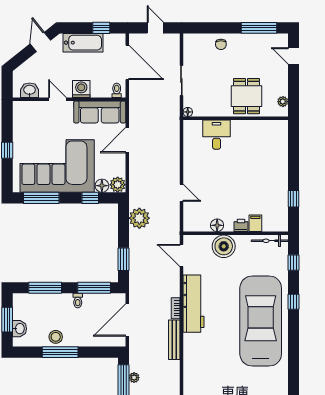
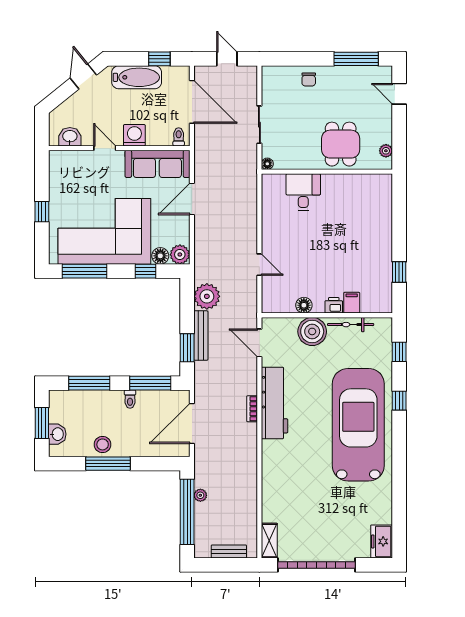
bicycle: (270, 241) -> (351, 325), moved
bench: (174, 340) -> (201, 336), moved

